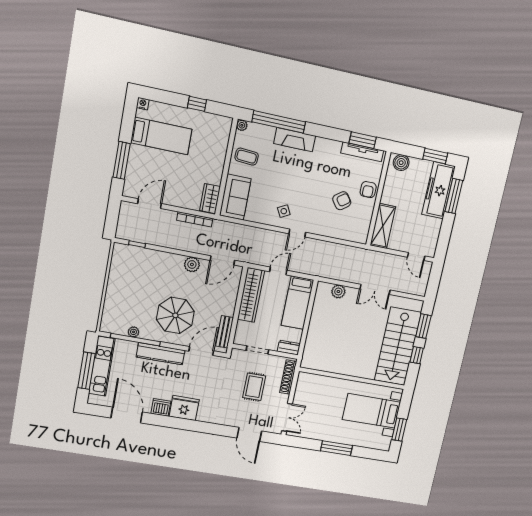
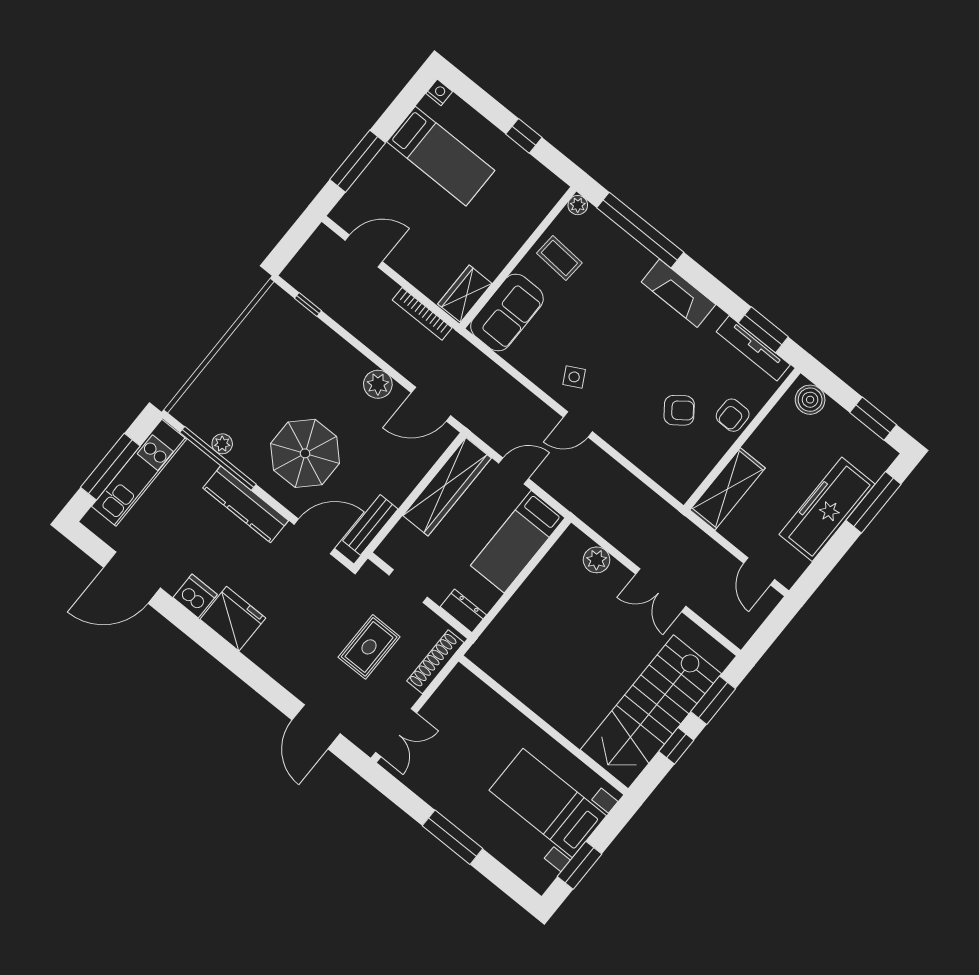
fireplace: (295, 140) -> (678, 293), moved
freezer: (439, 190) -> (827, 509), moved
door: (127, 415) -> (132, 578), swing flipped

